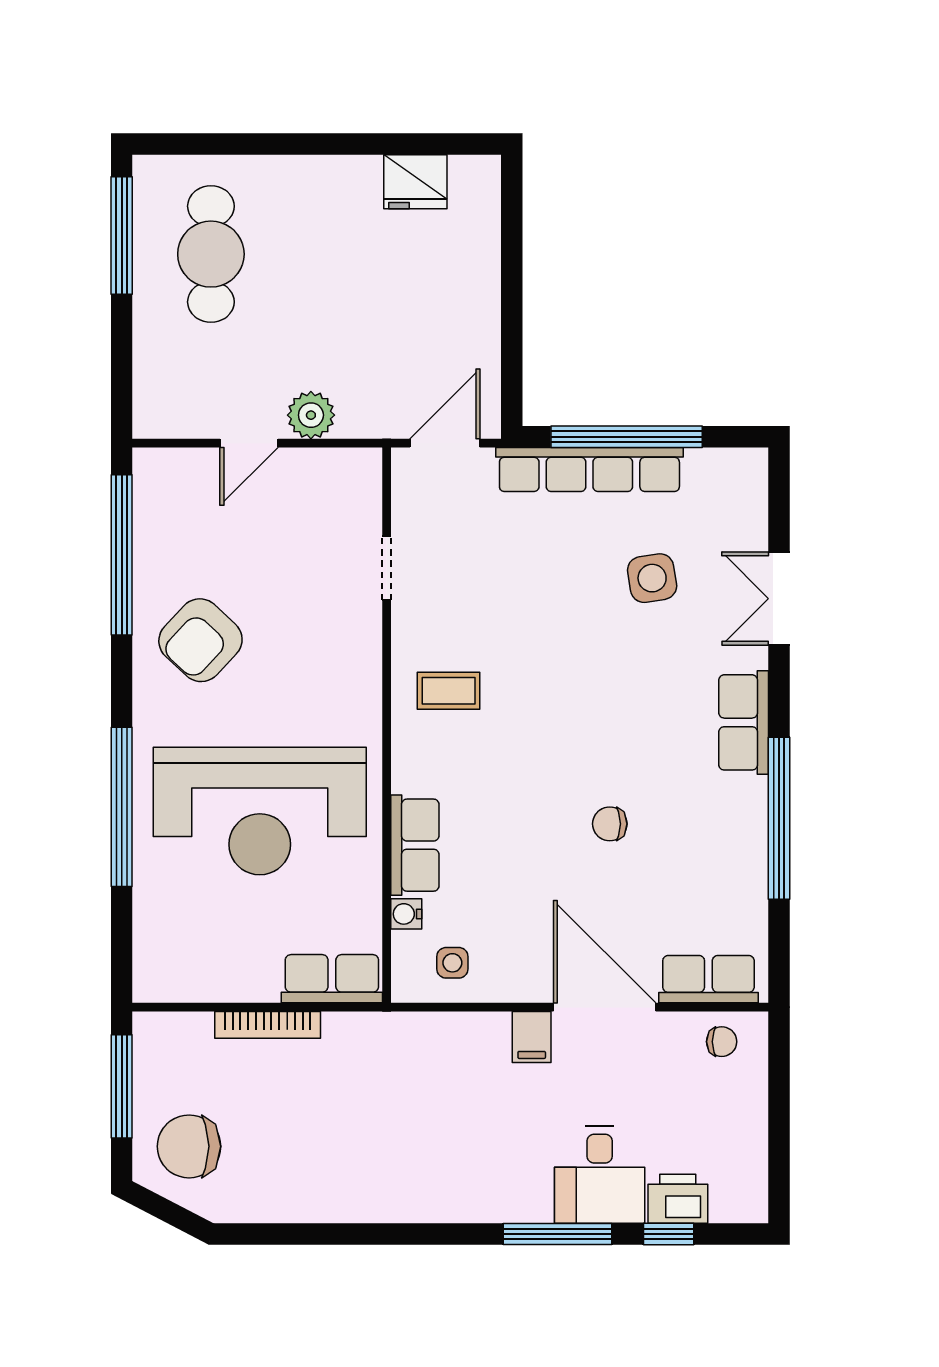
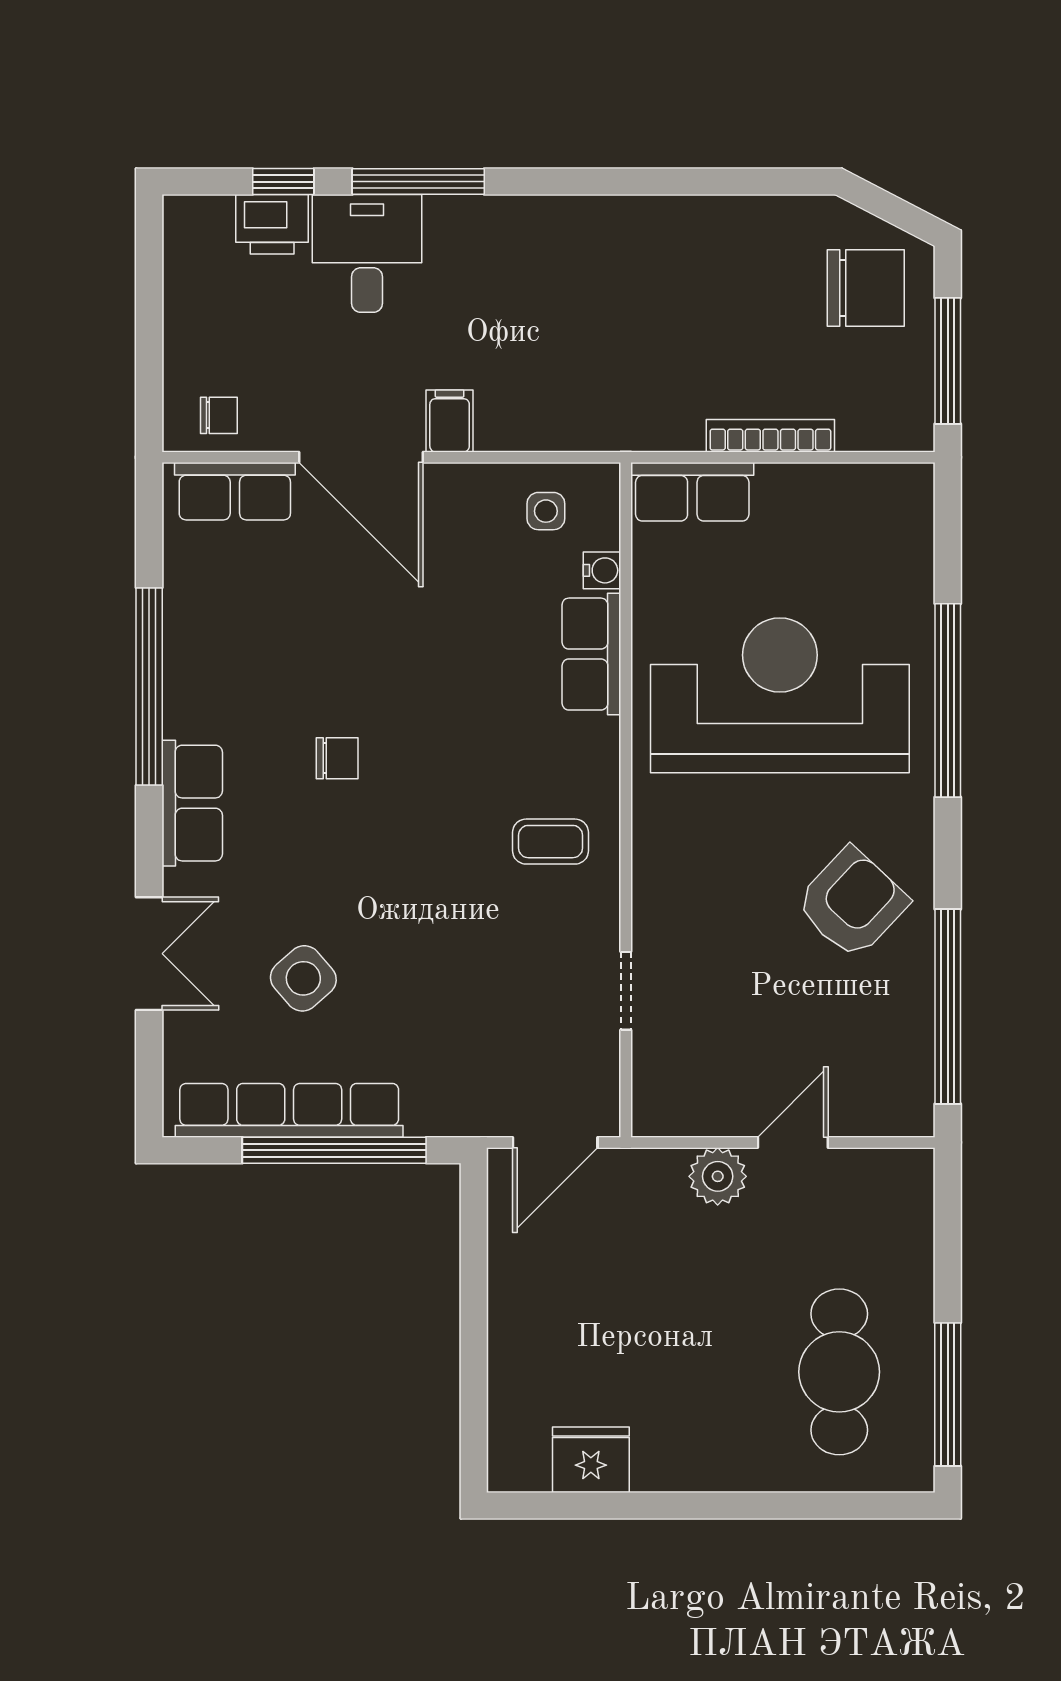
row of seats: (589, 469) -> (289, 1110), moved
side table: (652, 578) -> (303, 978), turned -32
chair: (610, 824) -> (337, 758), moved
chair: (722, 1042) -> (219, 415), turned 180

